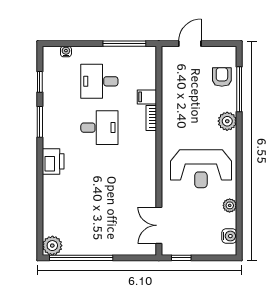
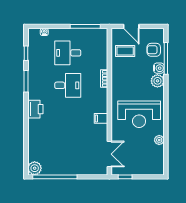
door: (190, 44) -> (131, 26), swing flipped
armchair: (222, 77) -> (154, 50), turned -90
coffee table: (181, 79) -> (125, 51), added
filing cabinet: (147, 97) -> (101, 118), moved
double door: (159, 225) -> (109, 154), swing flipped
water cooler: (229, 236) -> (159, 68), moved

